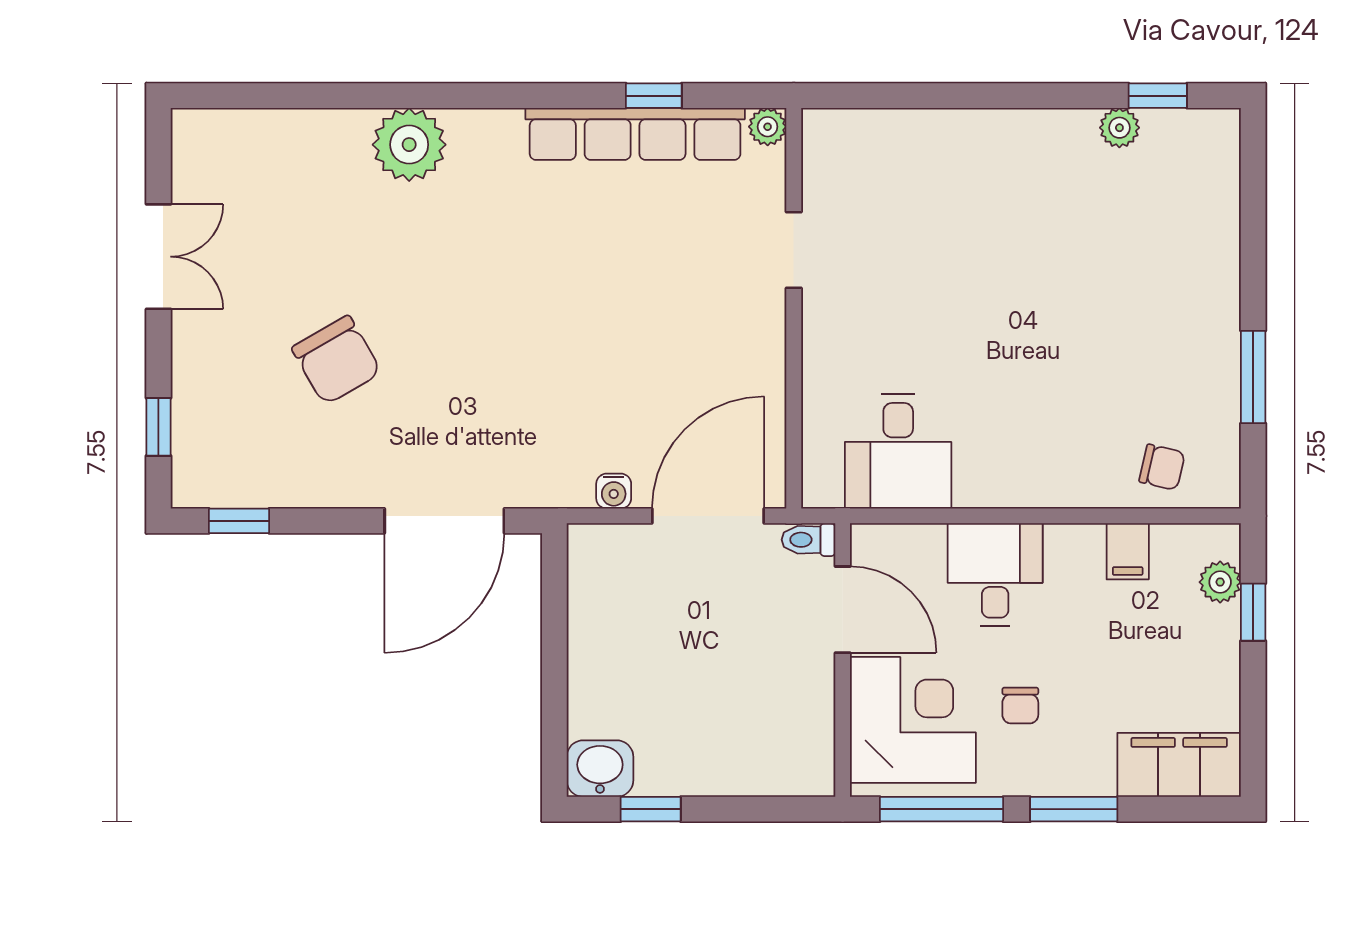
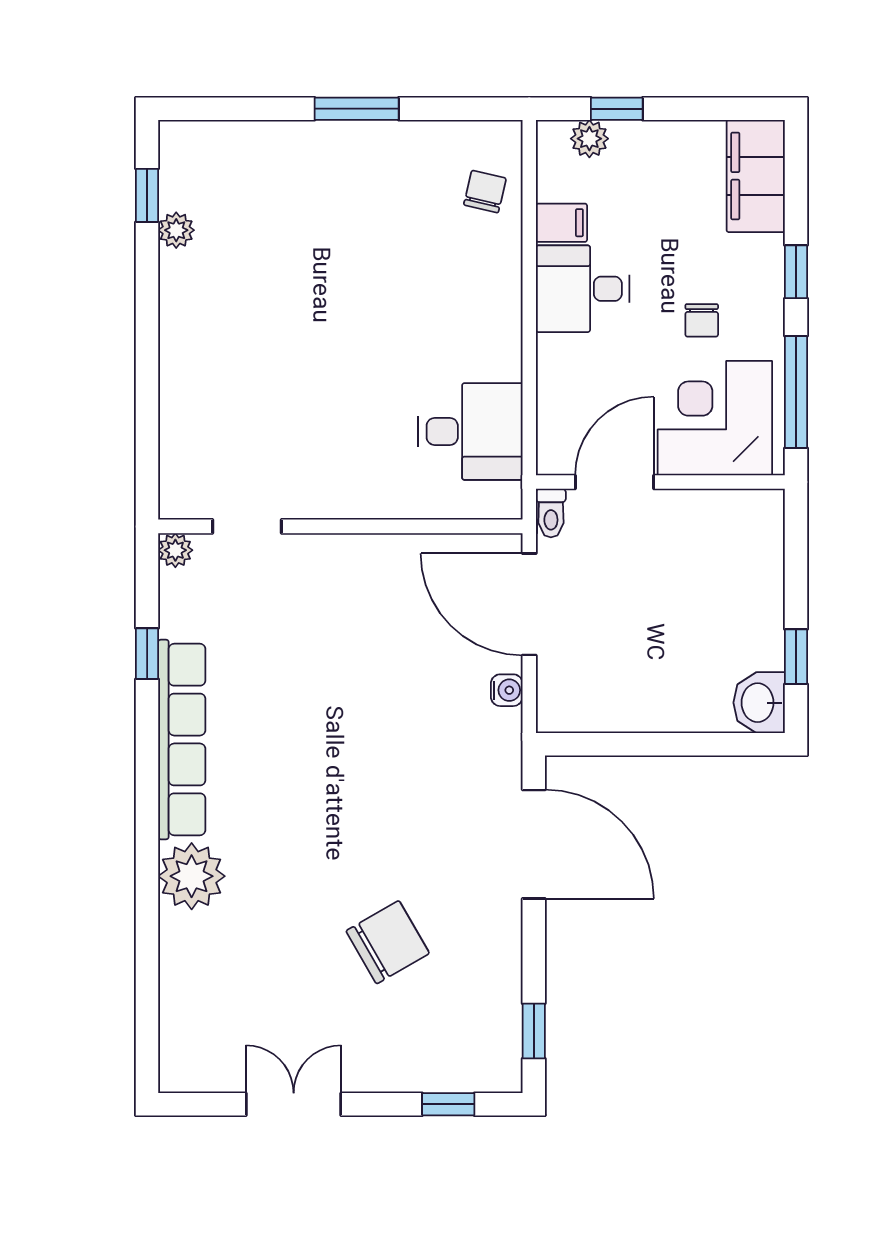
row of seats: (635, 134) -> (182, 739), moved
doorway: (794, 250) -> (247, 526), moved
window: (1253, 377) -> (357, 109), moved
desk: (995, 575) -> (583, 289), moved
chair: (1020, 705) -> (702, 320), turned 90
window: (1074, 809) -> (796, 272), width x0.67

